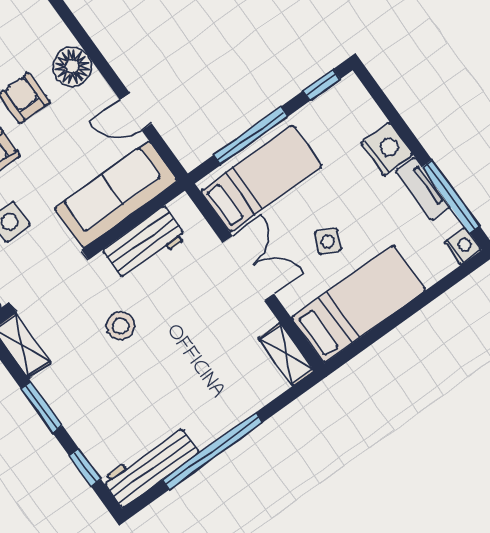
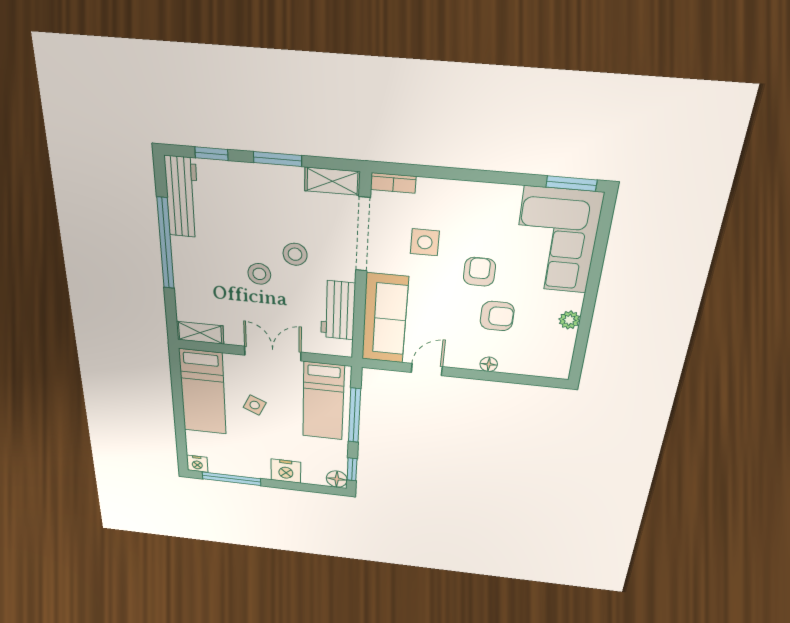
floor lamp: (72, 67) -> (489, 364), width x0.53, depth x0.53
floor lamp: (349, 90) -> (337, 479), added
tv unit: (423, 189) -> (247, 470), removed
double door: (248, 268) -> (273, 354), swing flipped
stool: (170, 343) -> (259, 274), added

